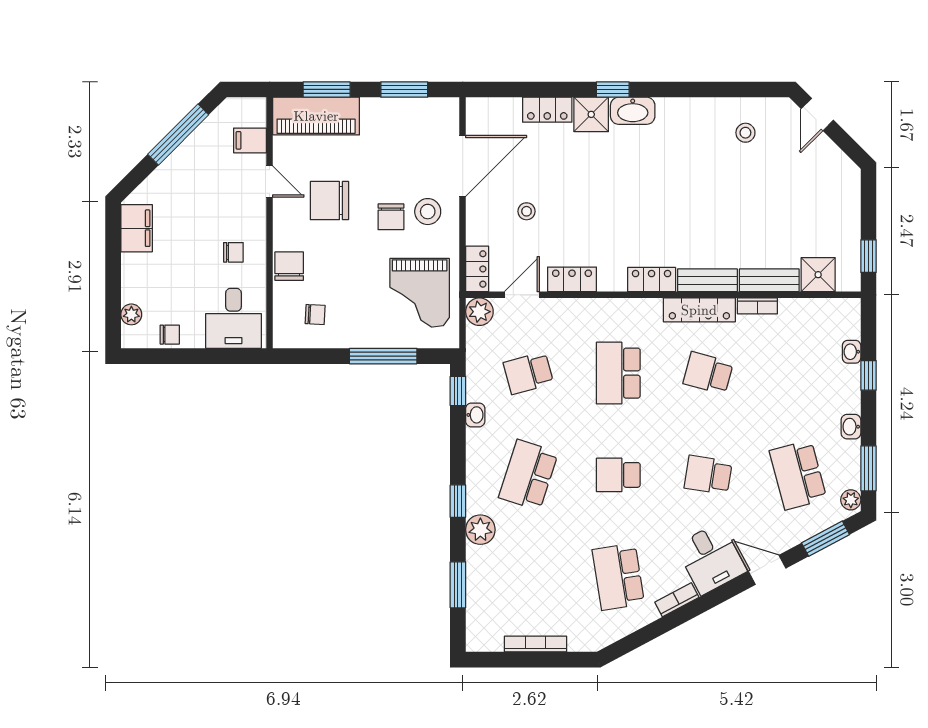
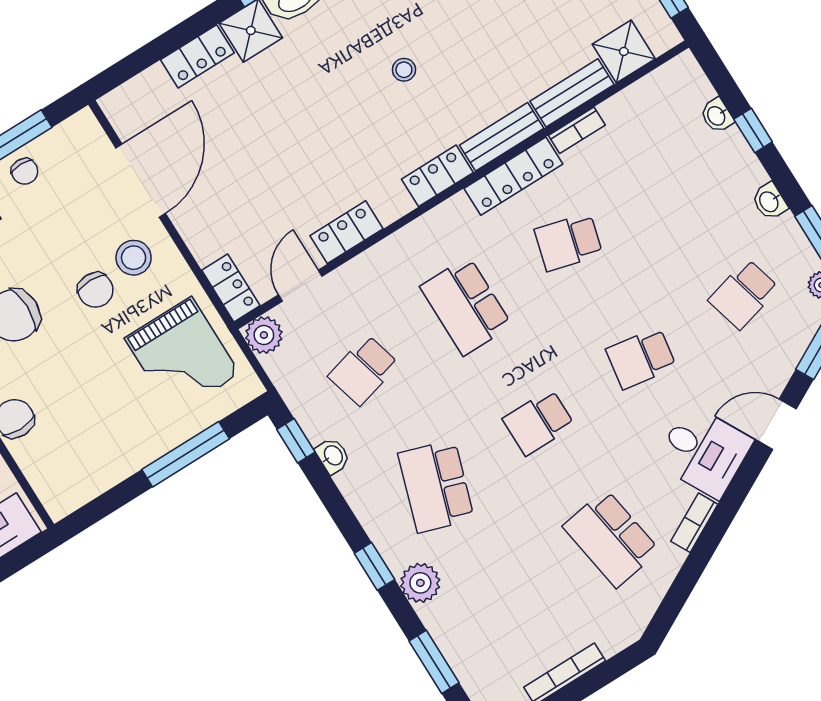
stool: (527, 211) -> (404, 70), moved
chair: (315, 314) -> (25, 171), moved, turned 87
school desk: (798, 475) -> (744, 294), width x0.54

